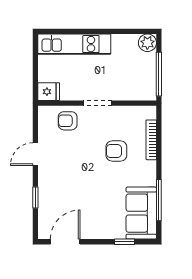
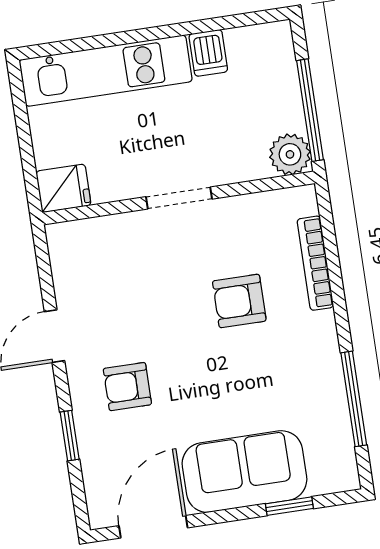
dishwasher: (119, 43) -> (208, 53), added
plant: (147, 43) -> (290, 154), moved
armchair: (68, 121) -> (127, 387), moved
sofa: (141, 213) -> (244, 472), moved, turned 90

